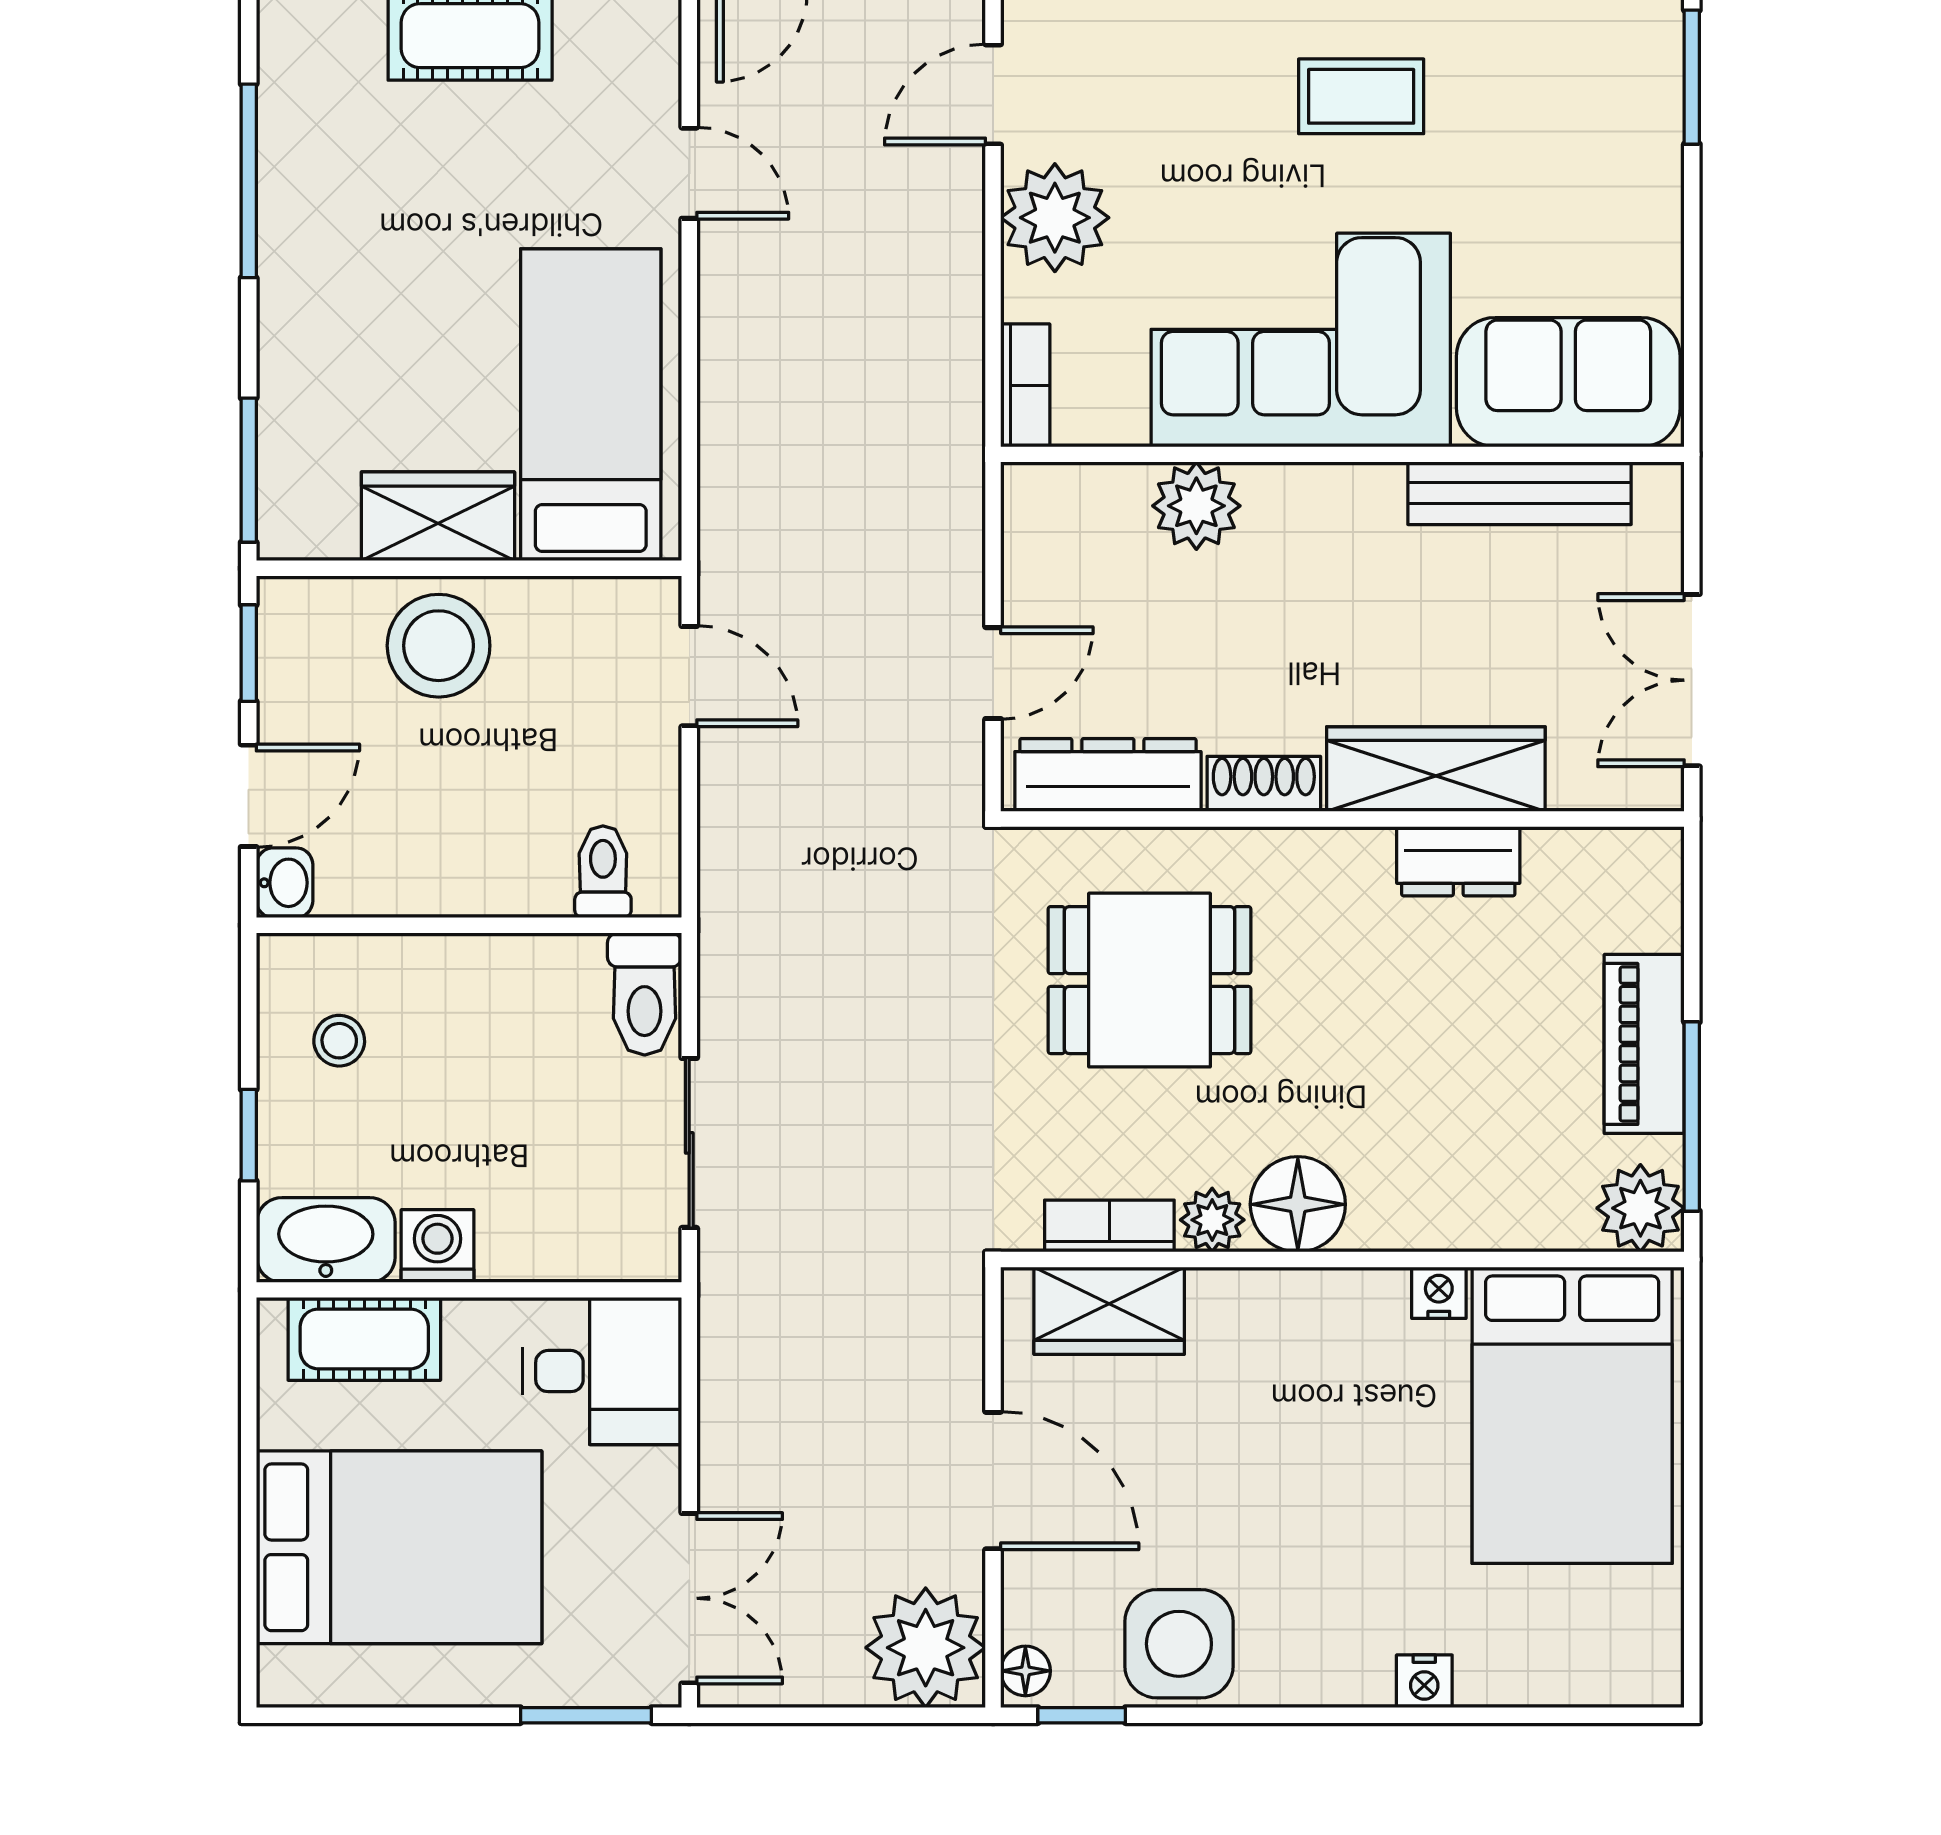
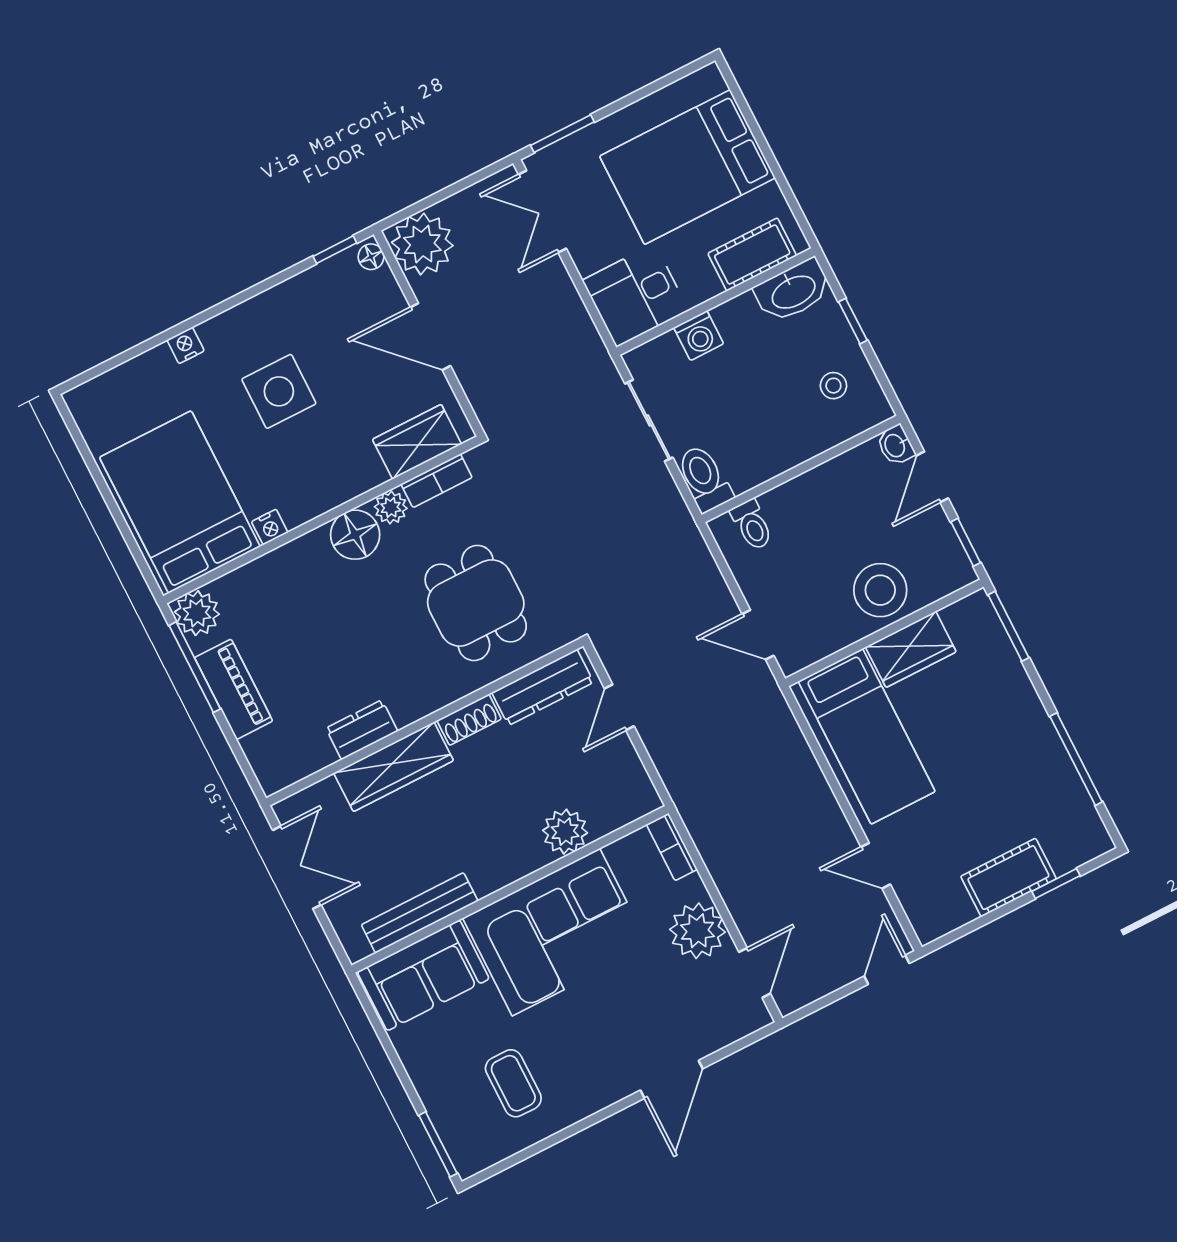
coffee table: (1361, 96) -> (513, 1083), moved, turned 90
dining table: (1150, 980) -> (476, 603), turned 90
washing machine: (437, 1246) -> (699, 336), moved
side table: (1179, 1644) -> (279, 391), moved

